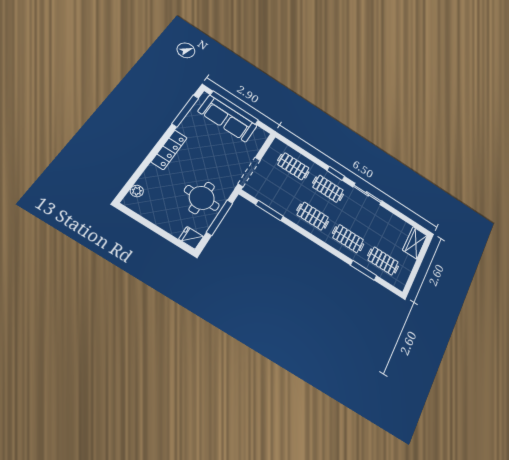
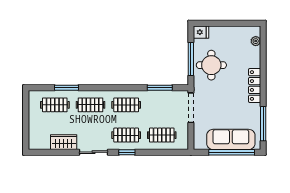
wardrobe: (415, 243) -> (64, 142), moved, turned -90

